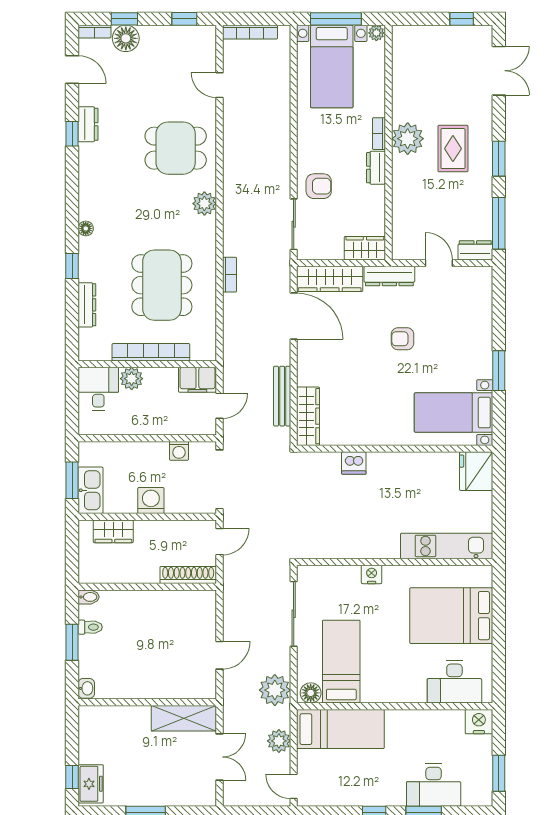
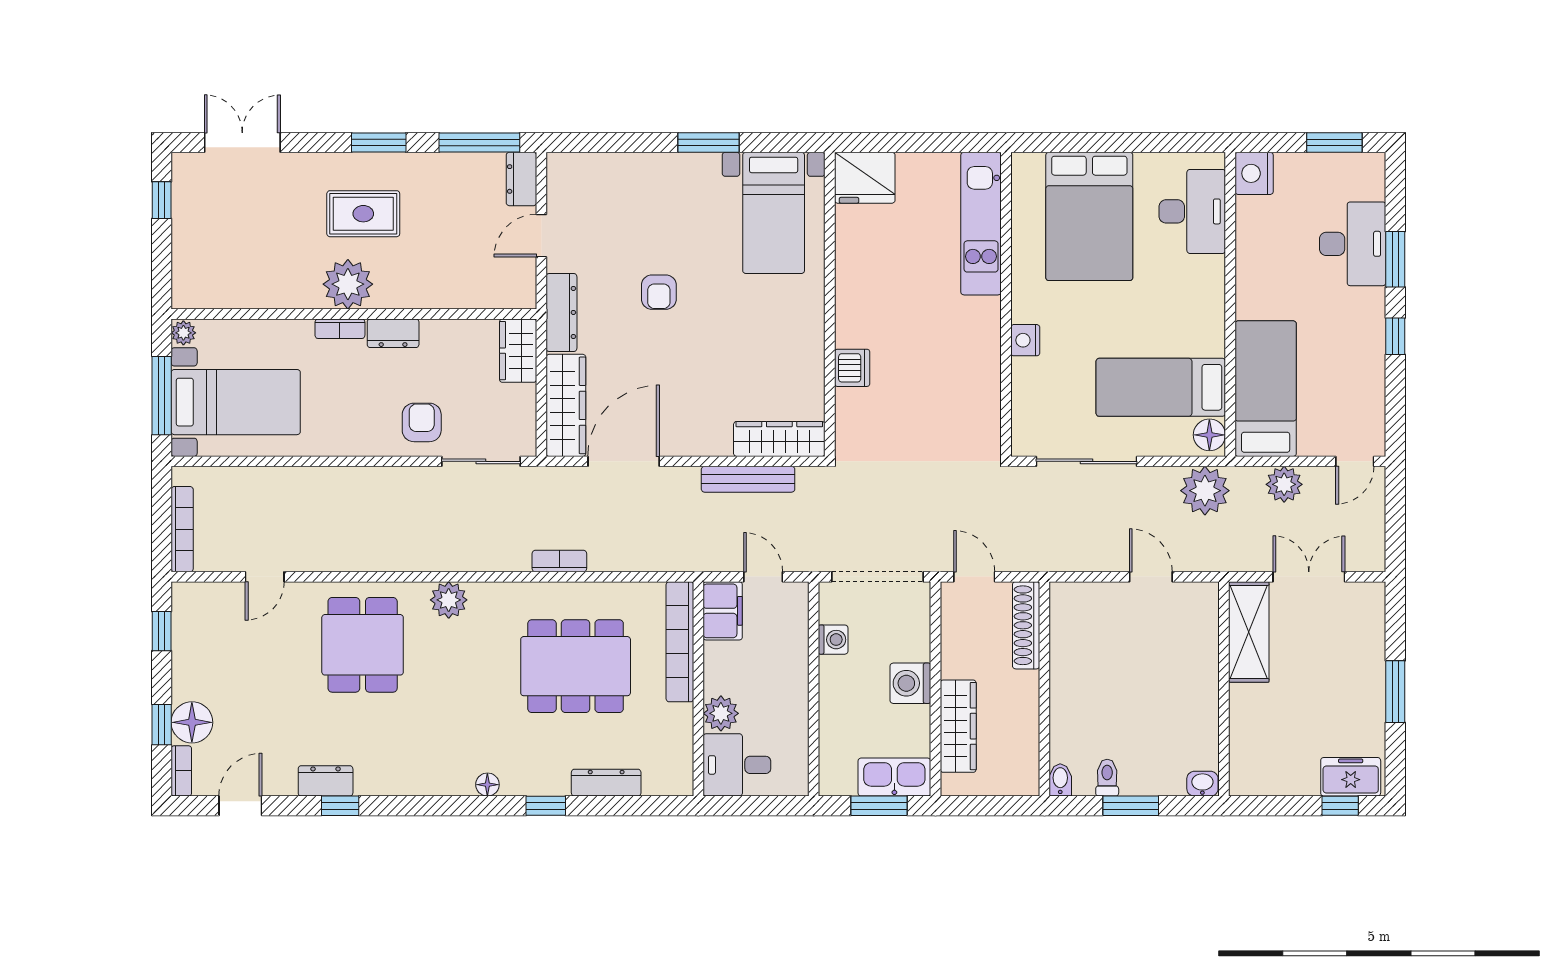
bookcase: (151, 352) -> (680, 642), moved
wardrobe: (113, 531) -> (958, 726), width x1.50

